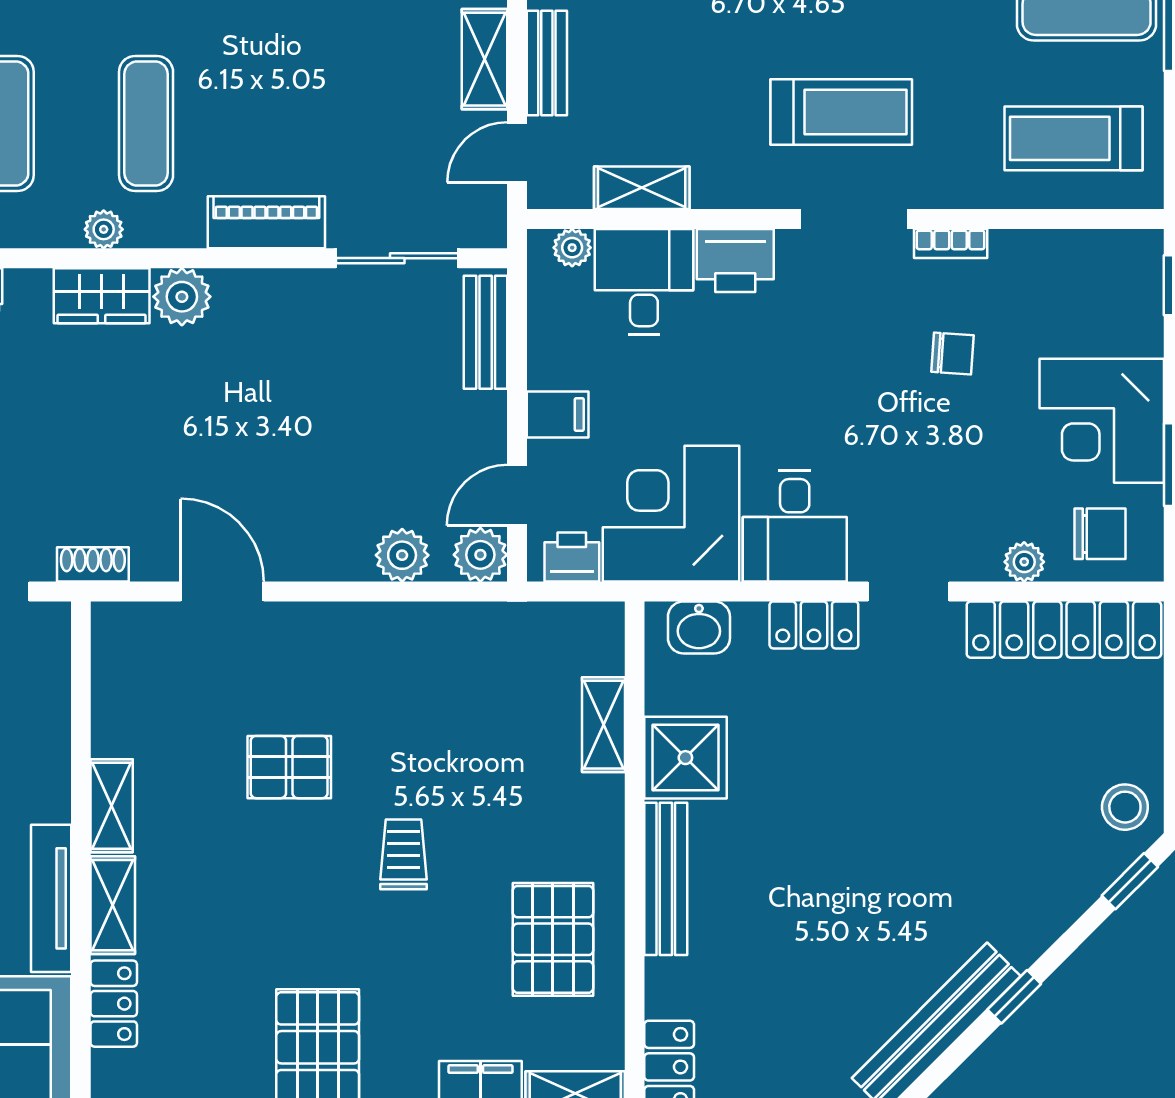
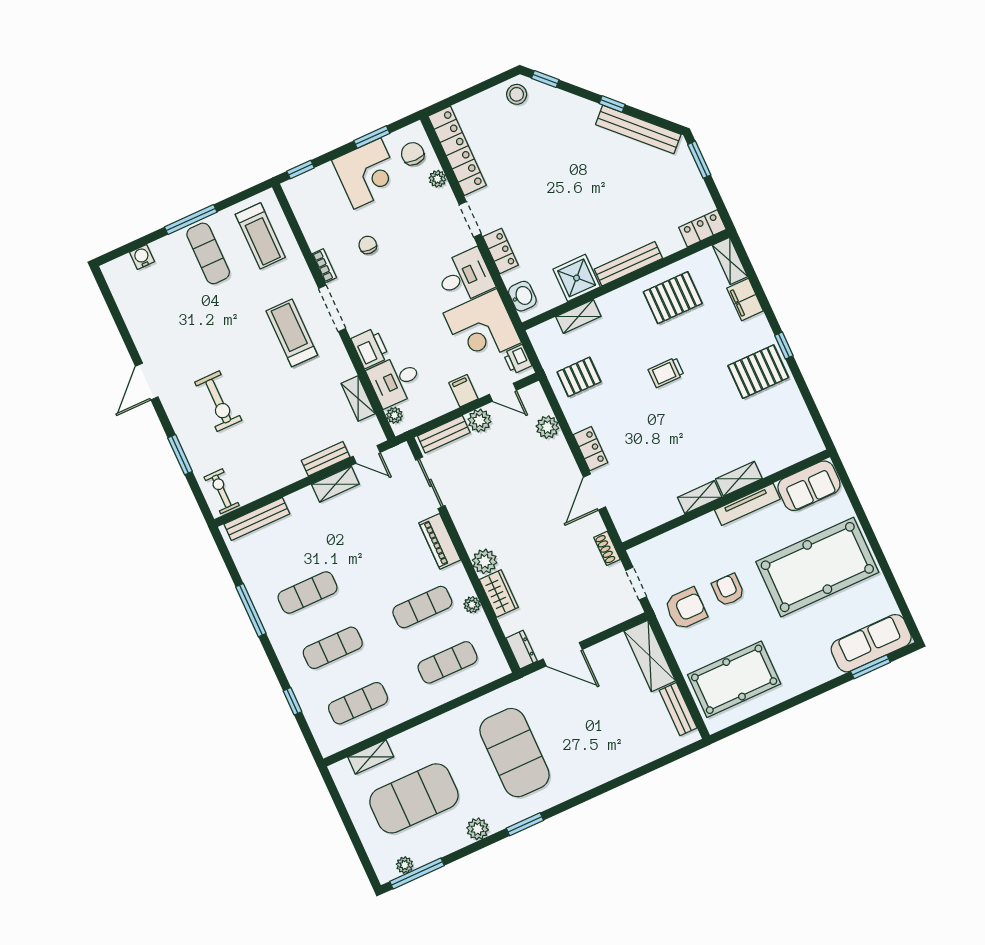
plant: (480, 555) -> (479, 421), moved
pallet: (289, 767) -> (579, 377), moved, turned 90
locker: (114, 1004) -> (590, 449), moved, turned 90

